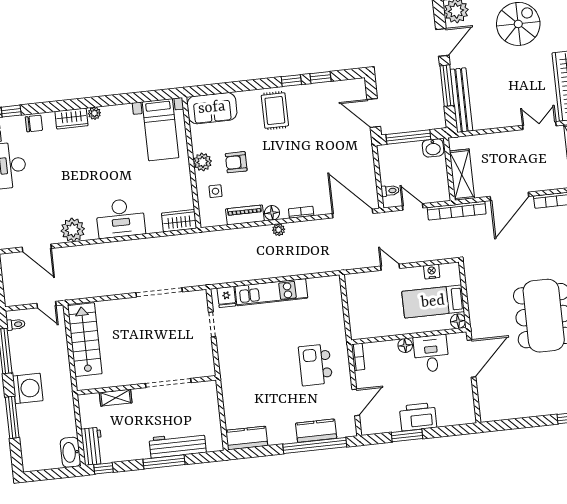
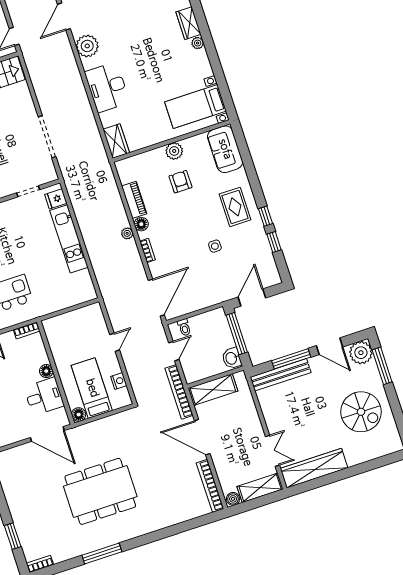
rug: (275, 111) -> (235, 207), turned 90
side table: (215, 191) -> (215, 246), moved

